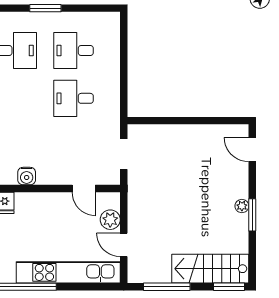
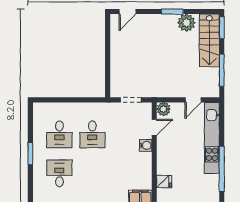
water cooler: (27, 176) -> (146, 145), moved
plant: (242, 206) -> (186, 23), moved, width x1.88, depth x1.88
plant: (110, 220) -> (163, 109), moved

